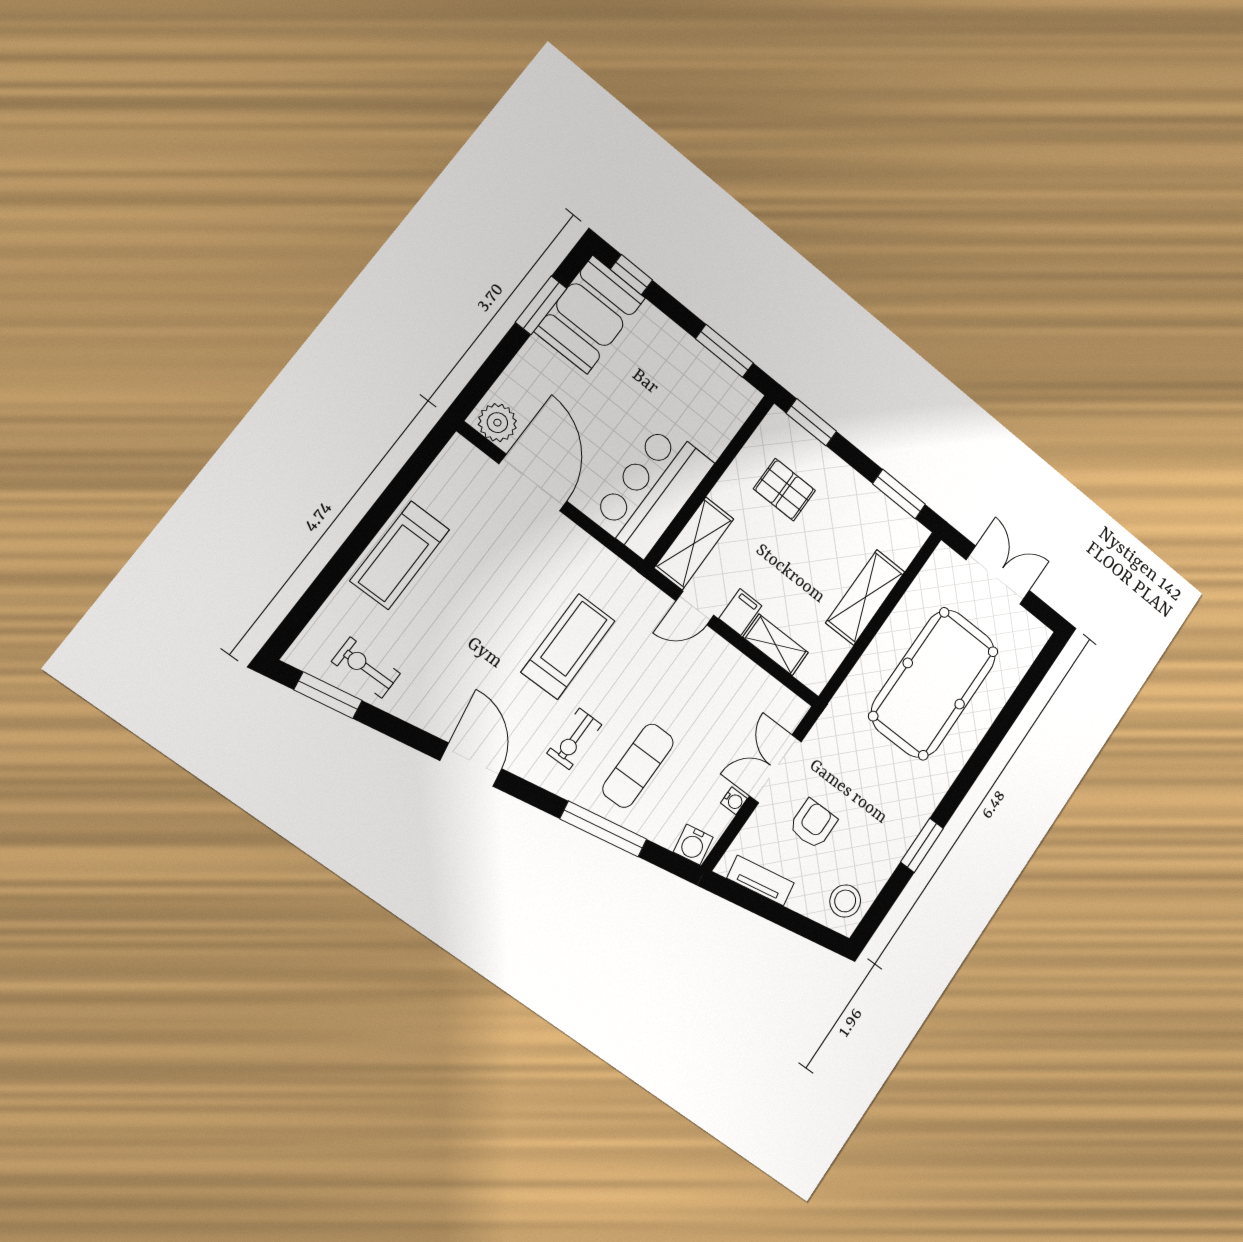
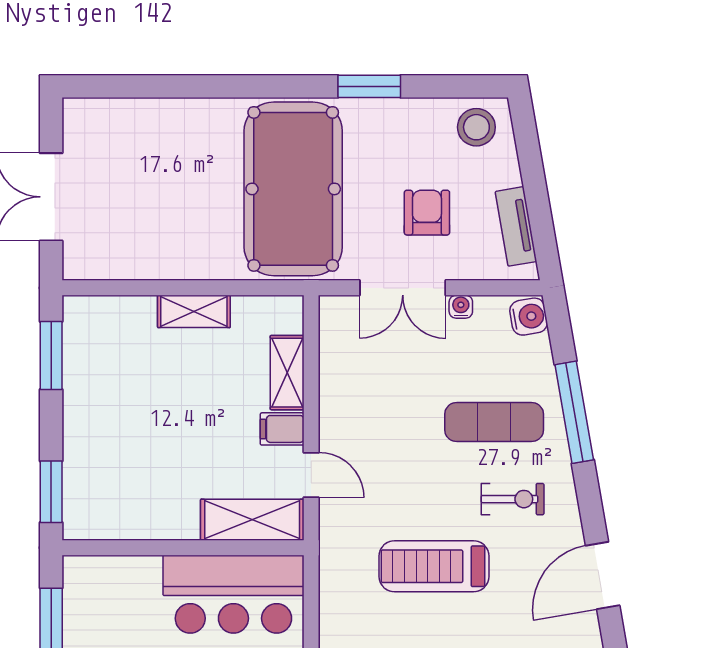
pallet: (784, 490) -> (135, 471), removed
shelving: (865, 597) -> (194, 311), width x0.67, depth x0.75
pool table: (934, 684) -> (293, 189), moved, turned 90
armchair: (813, 824) -> (427, 213), turned 90

